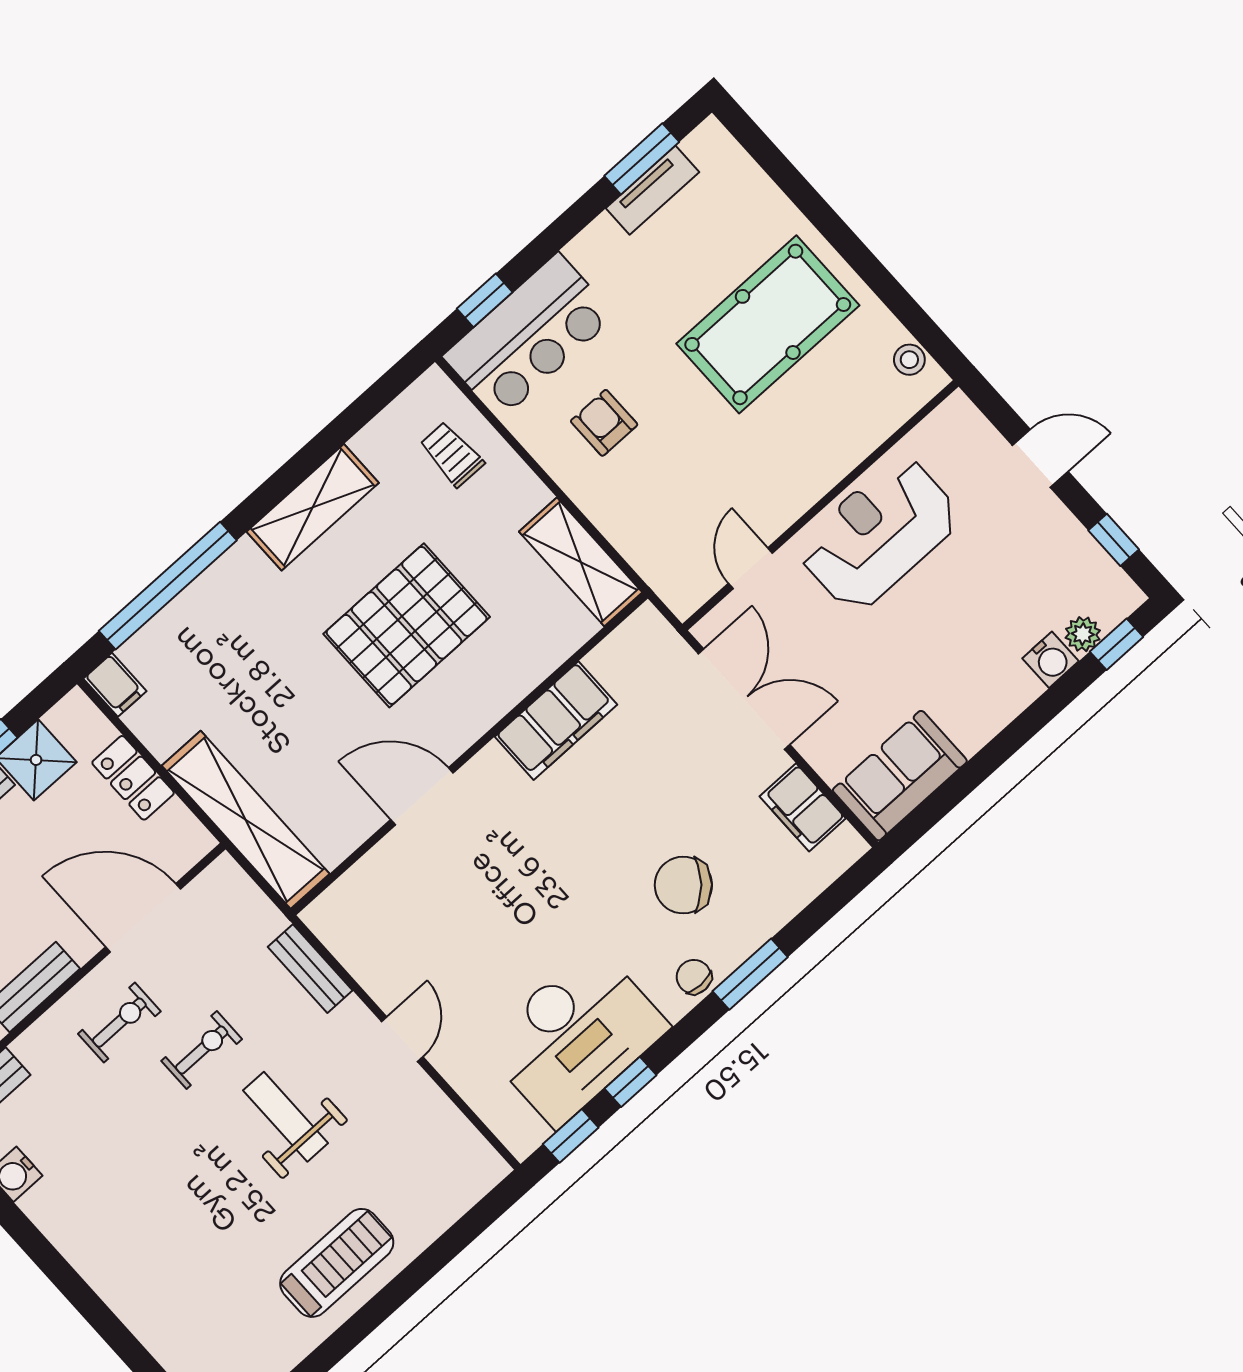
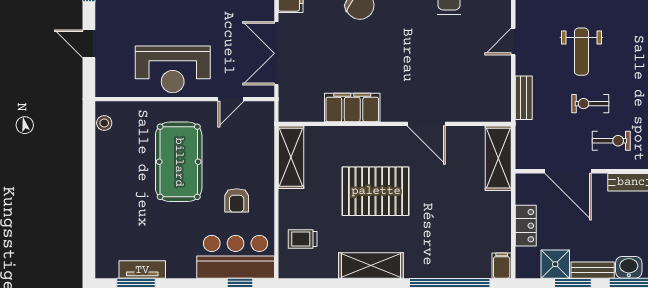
pool table: (768, 324) -> (179, 162), moved, turned 90
trolley: (452, 454) -> (303, 239), turned 90
shelving: (246, 820) -> (498, 158), width x0.68
exercise bike: (119, 1023) -> (611, 141), turned 180

